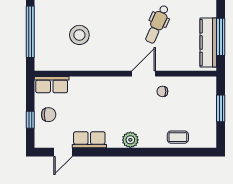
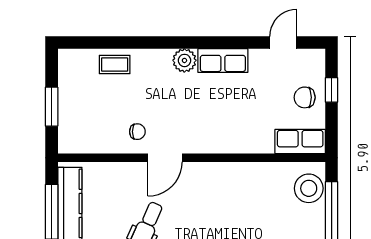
stool: (79, 35) -> (309, 188), moved
row of seats: (89, 140) -> (223, 61), moved

